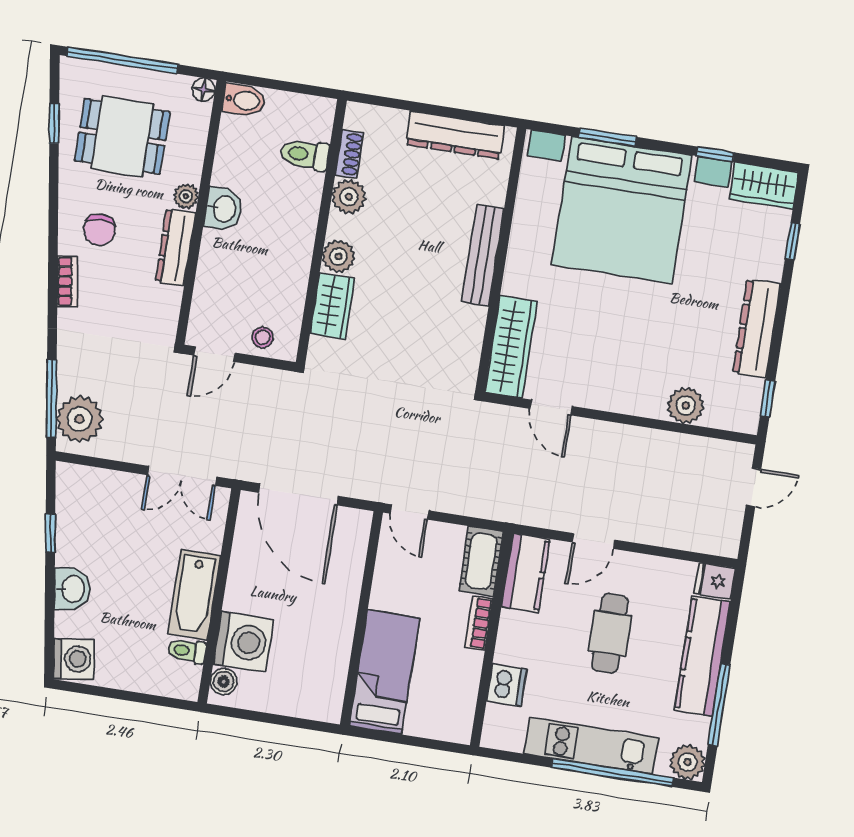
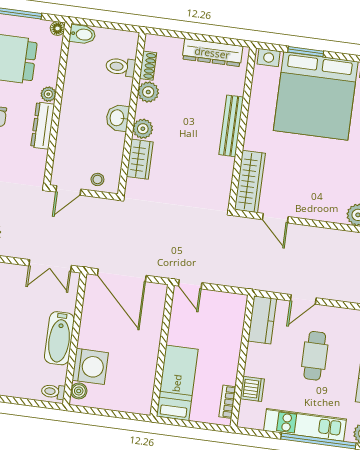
washbasin: (224, 209) -> (118, 118), moved, turned 180
cot: (481, 561) -> (235, 313), removed
bookcase: (479, 623) -> (227, 402), moved
toilet: (187, 651) -> (53, 392), moved

